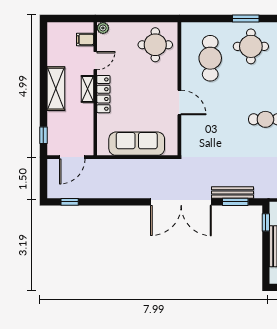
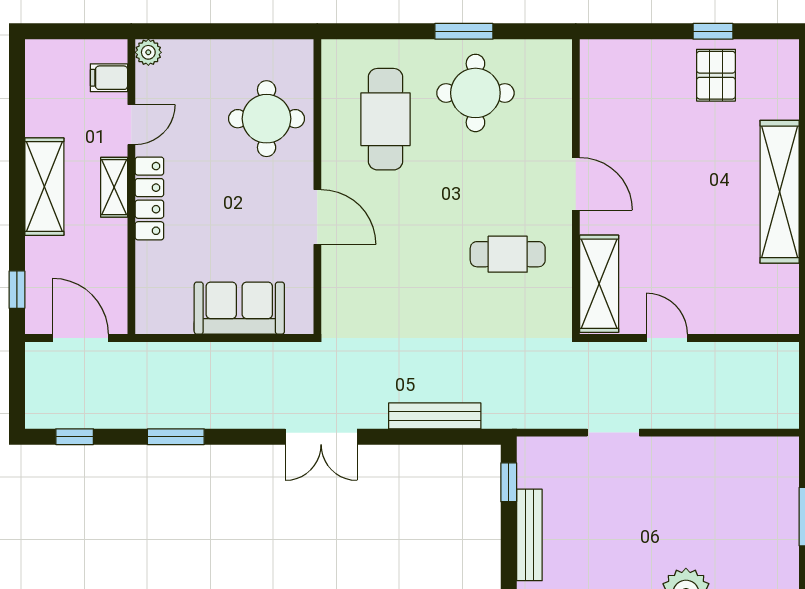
round table: (155, 45) -> (267, 119), moved
sofa: (137, 144) -> (239, 308), width x0.73
door: (72, 157) -> (80, 338), swing flipped
double door: (181, 202) -> (321, 437), width x0.54
window: (235, 202) -> (176, 437), moved

